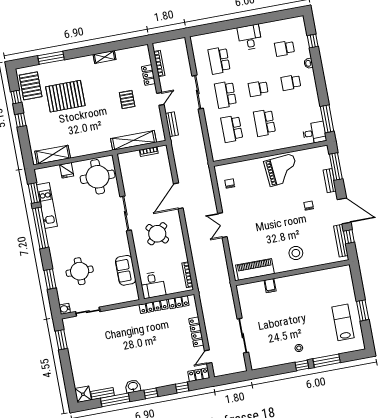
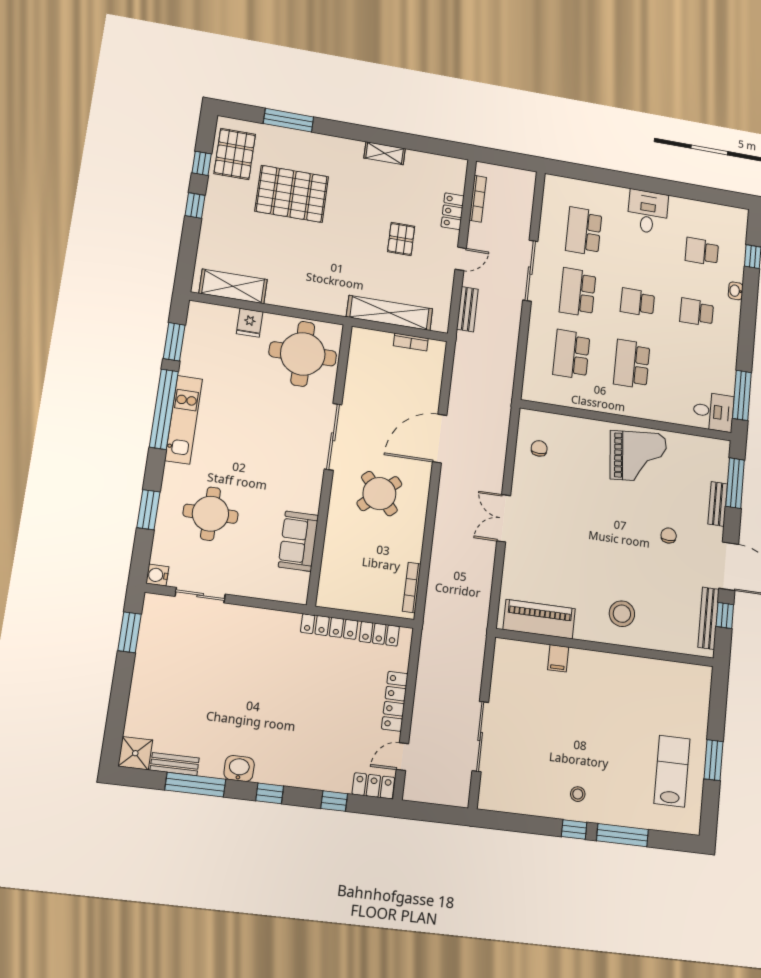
kitchen unit: (47, 206) -> (184, 420), moved
desk: (153, 285) -> (340, 586), removed

